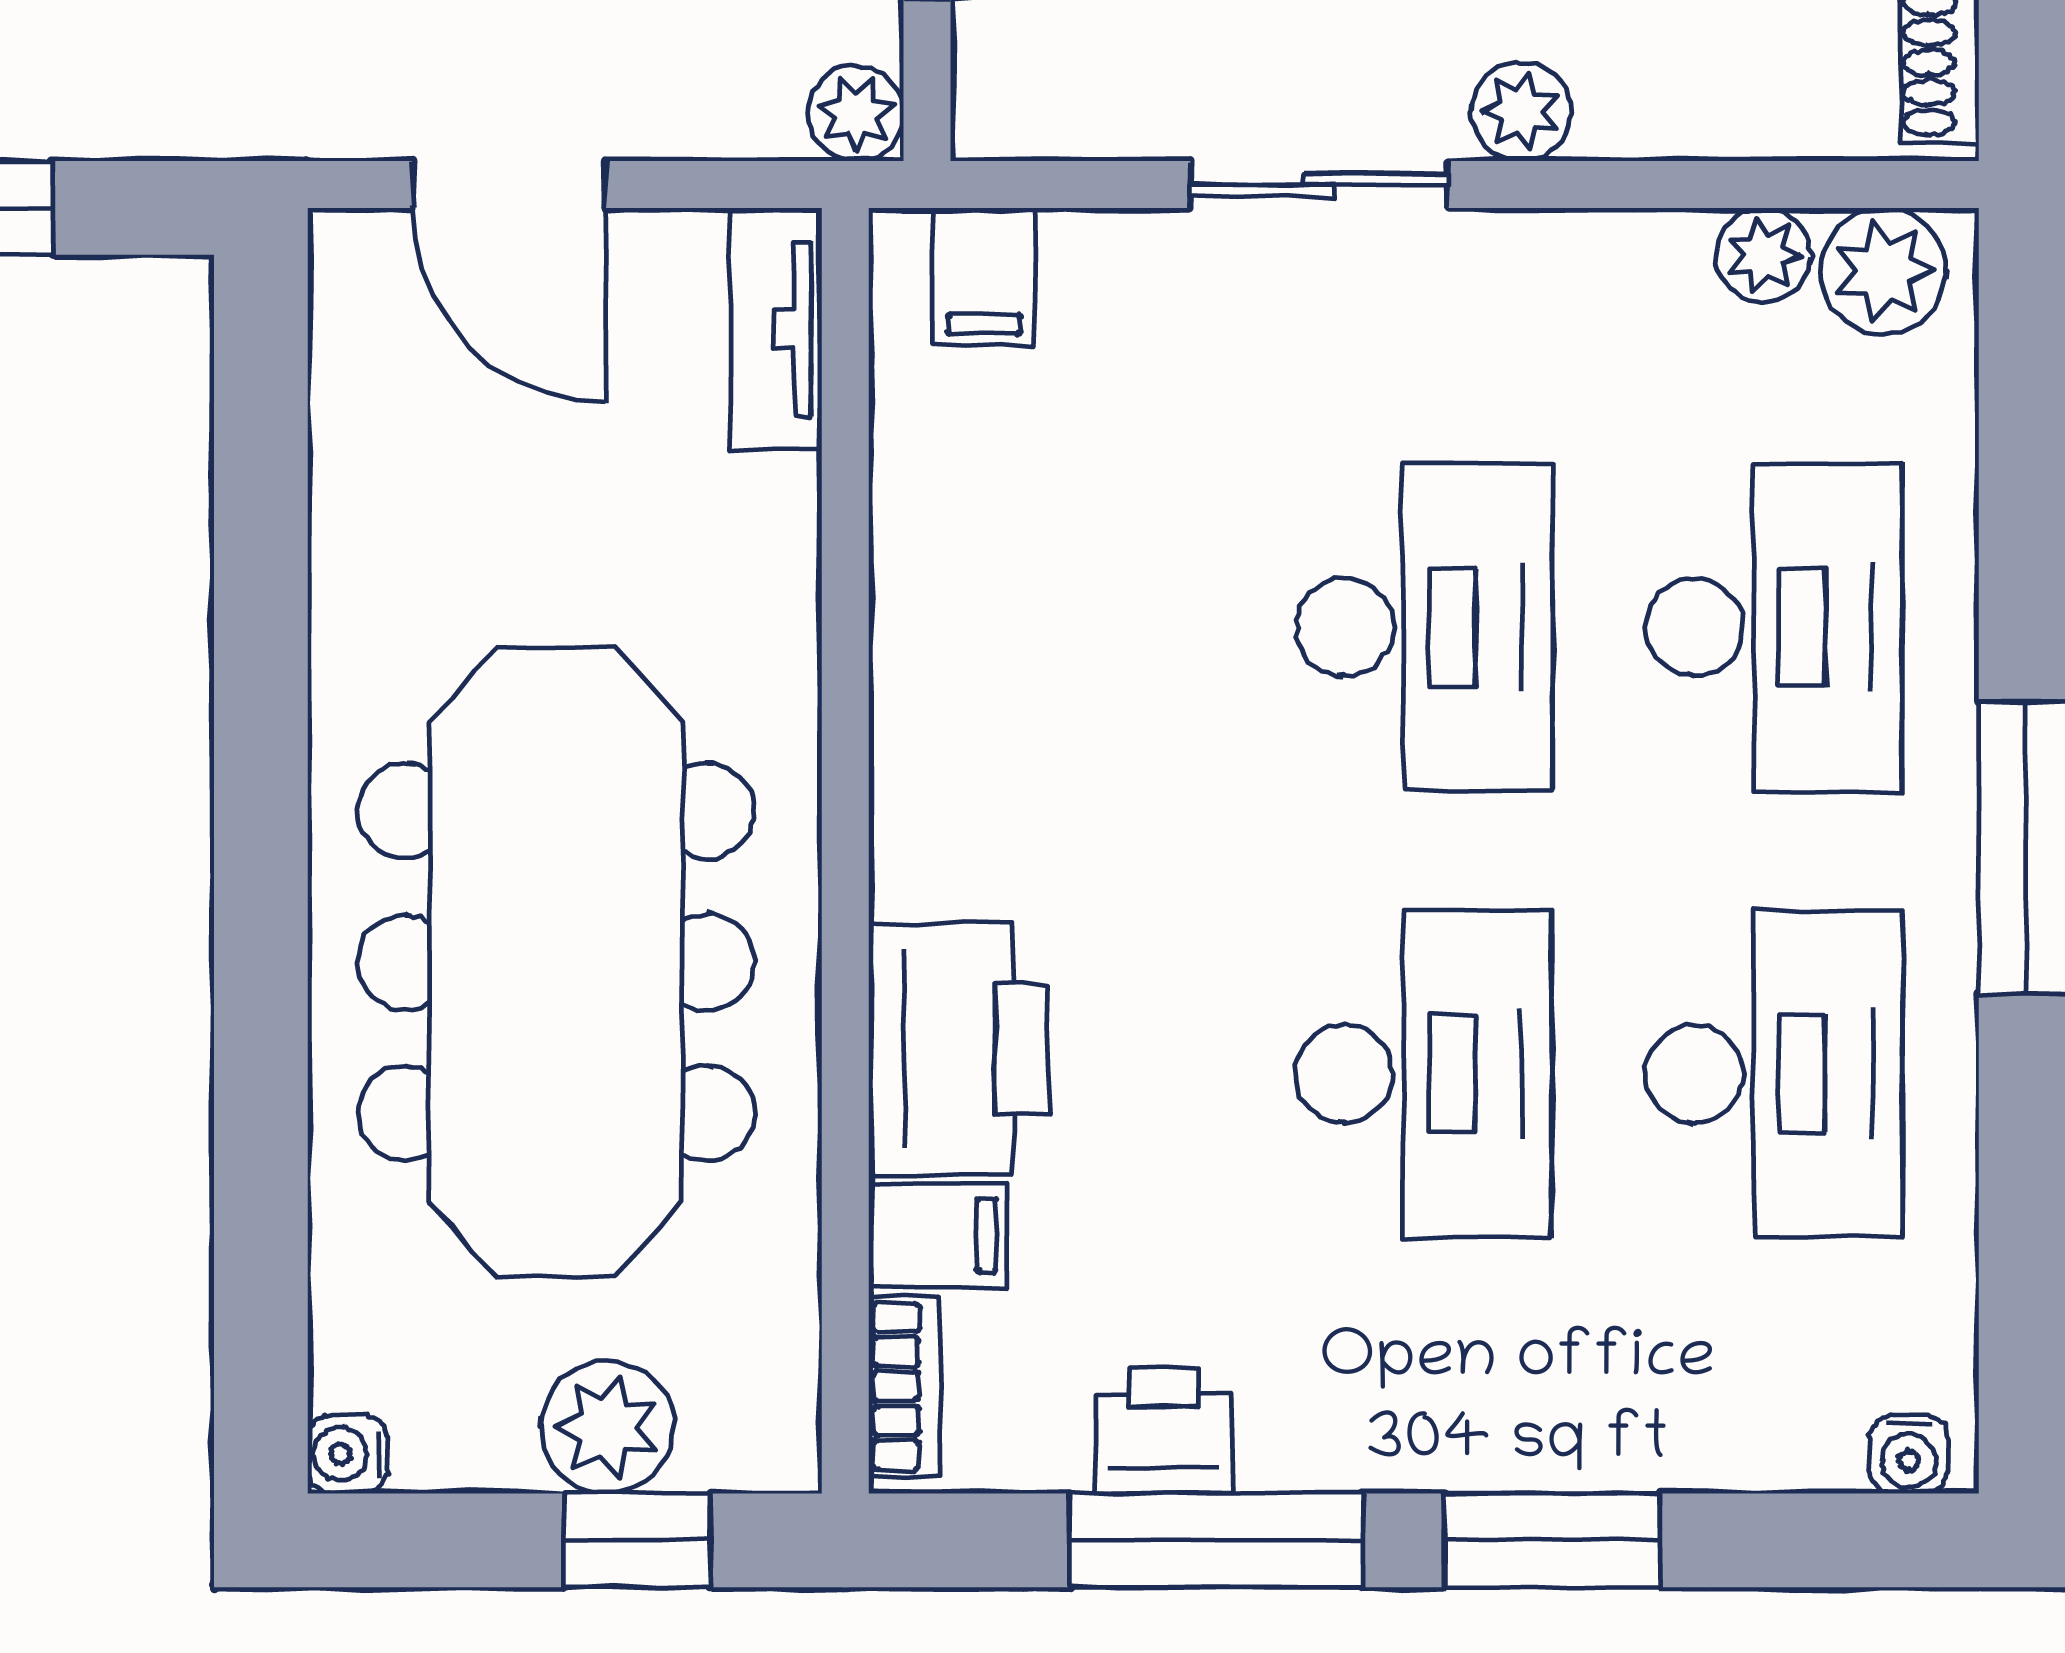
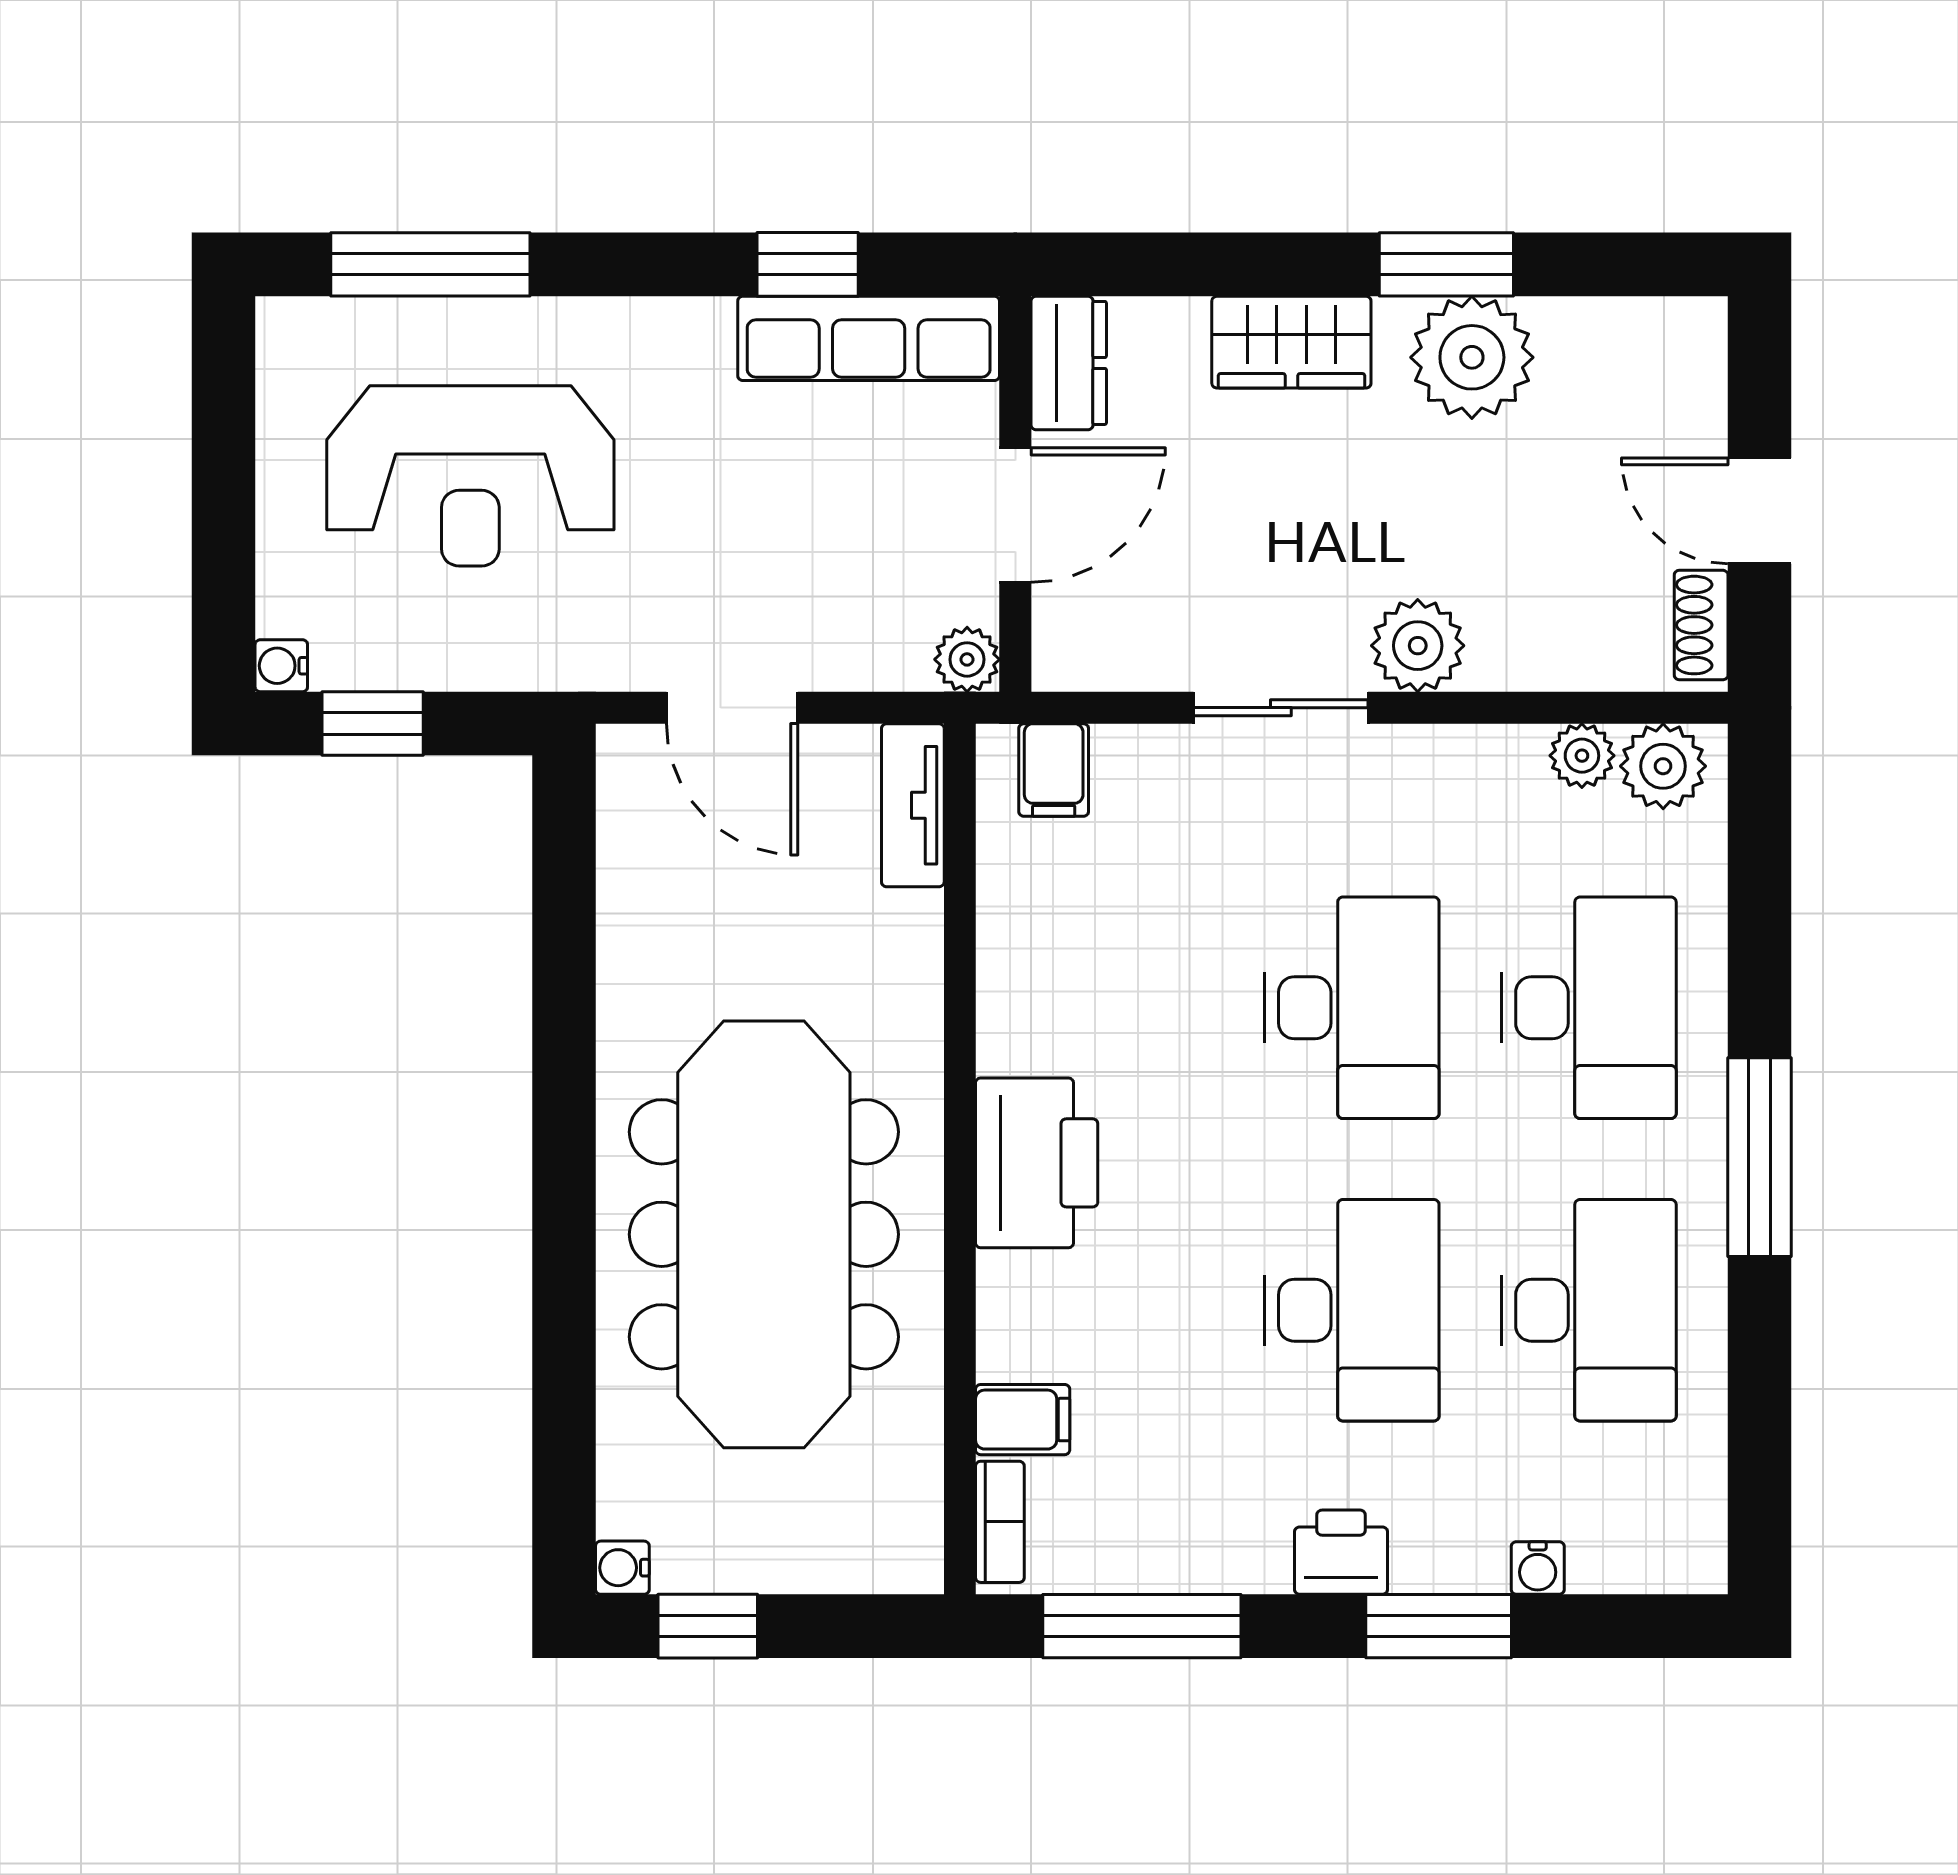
plant: (1521, 112) -> (1418, 646), width x1.38, depth x1.38
printer: (959, 1049) -> (1037, 1163), moved
plant: (607, 1427) -> (799, 1549), removed
printer: (1164, 1431) -> (1341, 1552), moved
water cooler: (1909, 1455) -> (1538, 1568), moved
window: (637, 1540) -> (708, 1626), moved
window: (1216, 1540) -> (1142, 1626), moved

